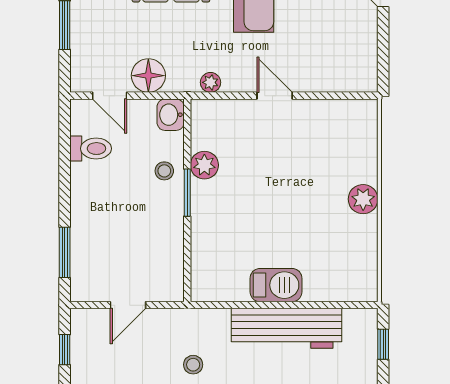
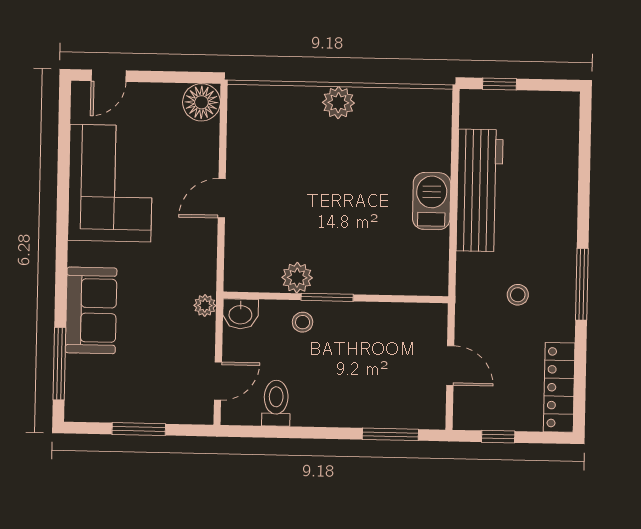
floor lamp: (148, 76) -> (201, 102), moved
plant: (210, 82) -> (205, 305), moved

